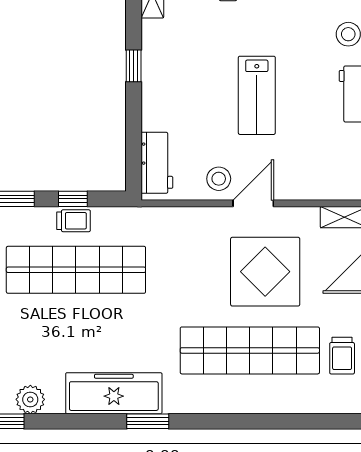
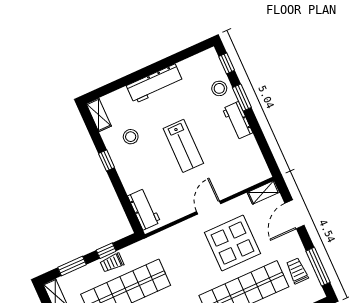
stool: (219, 179) -> (131, 137), moved
trolley: (74, 221) -> (112, 263), turned 180
trolley: (342, 356) -> (297, 271), turned 180

